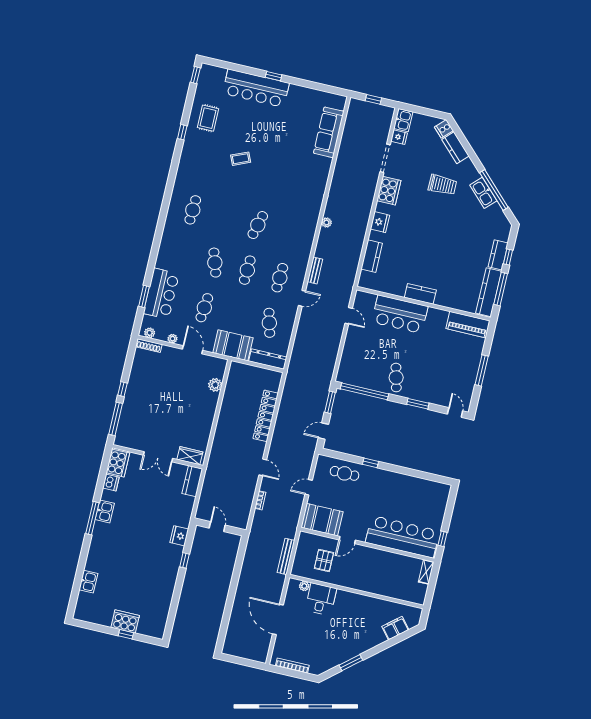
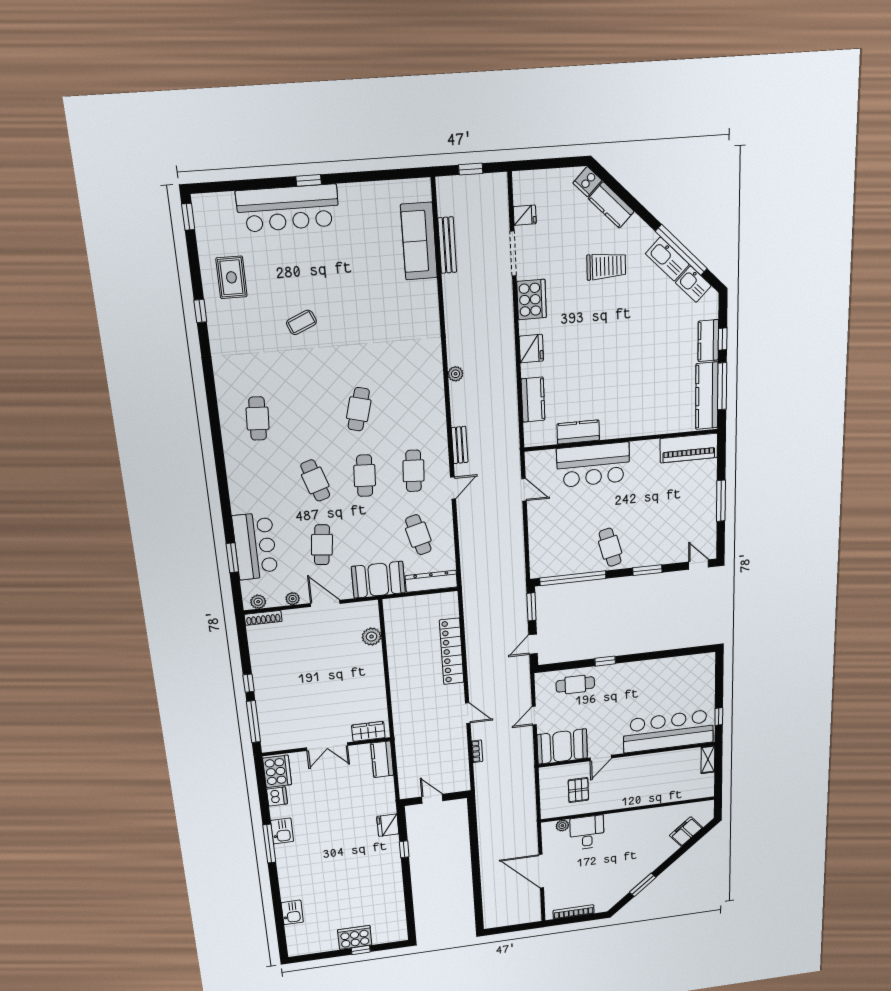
kitchen sink: (403, 120) -> (693, 284), moved, turned 135
kitchen counter: (420, 294) -> (578, 432), moved
bench: (286, 556) -> (447, 245), moved

